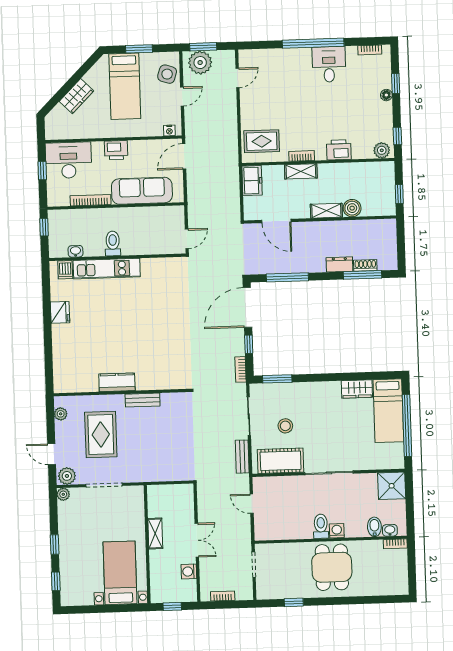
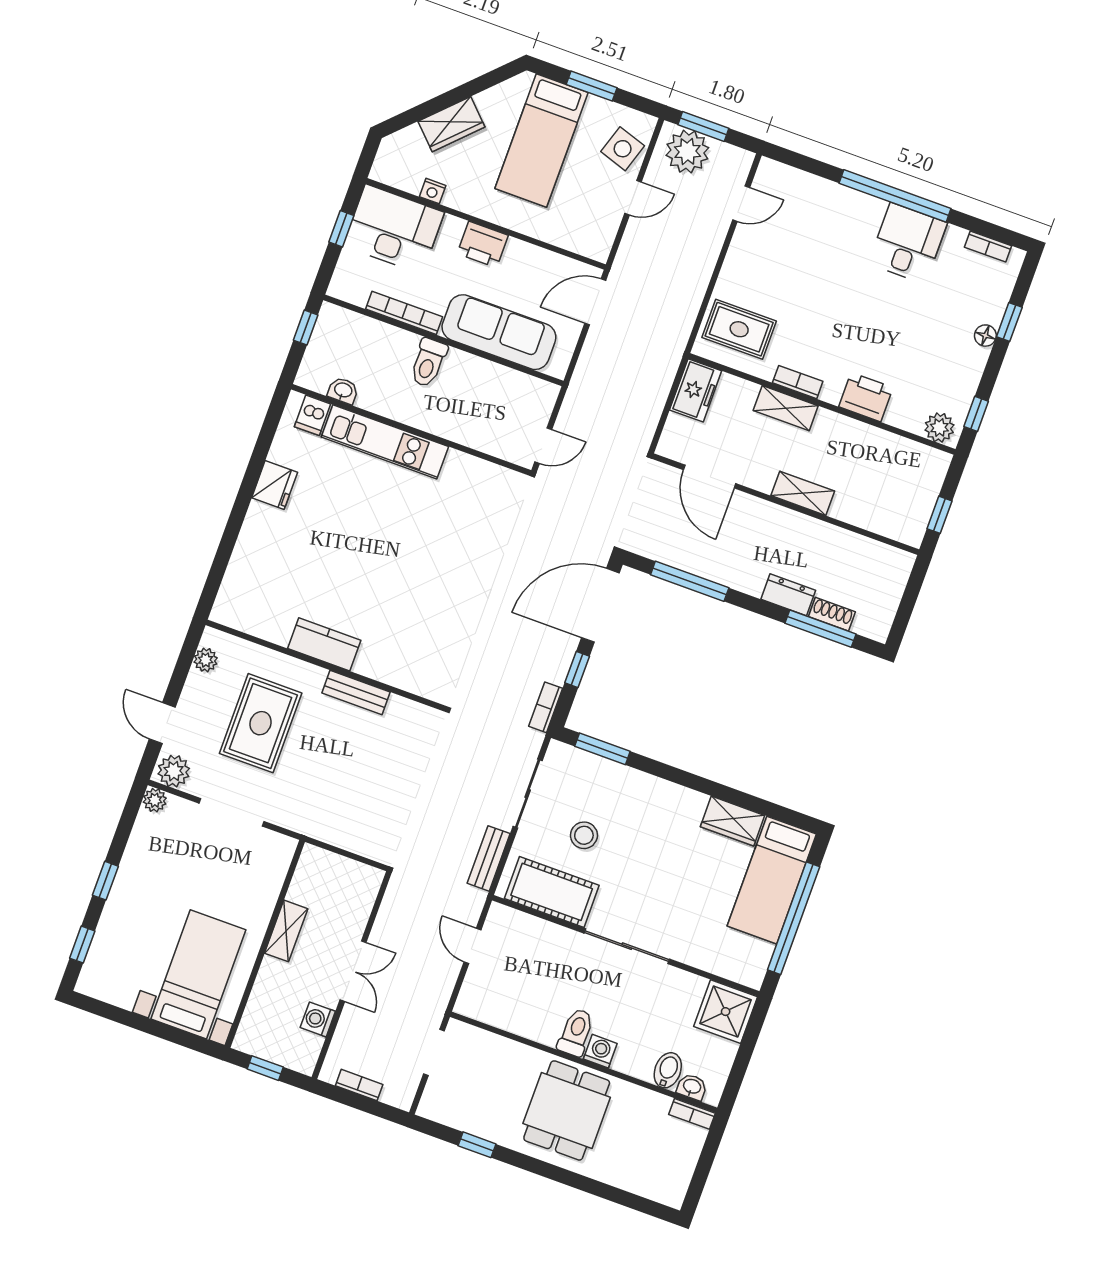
nightstand: (169, 130) -> (433, 191), moved
boiler: (352, 208) -> (849, 507), removed
toilet: (113, 243) -> (428, 363), moved, turned 180

